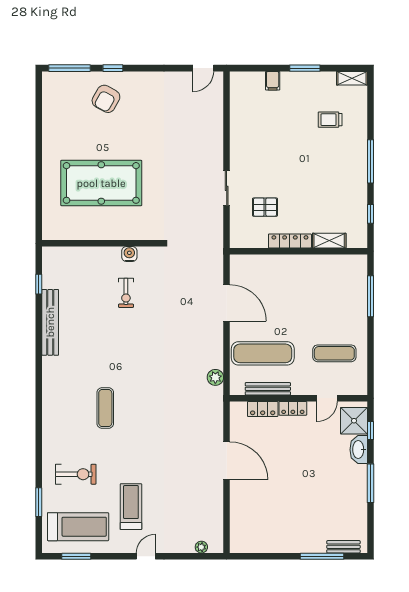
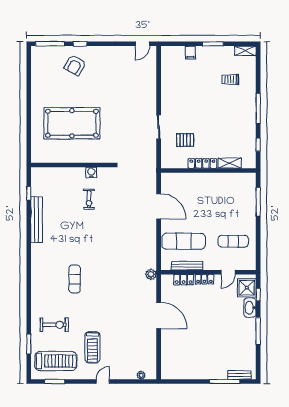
plant: (215, 377) -> (151, 274), moved
treadmill: (131, 507) -> (92, 347), turned 180

